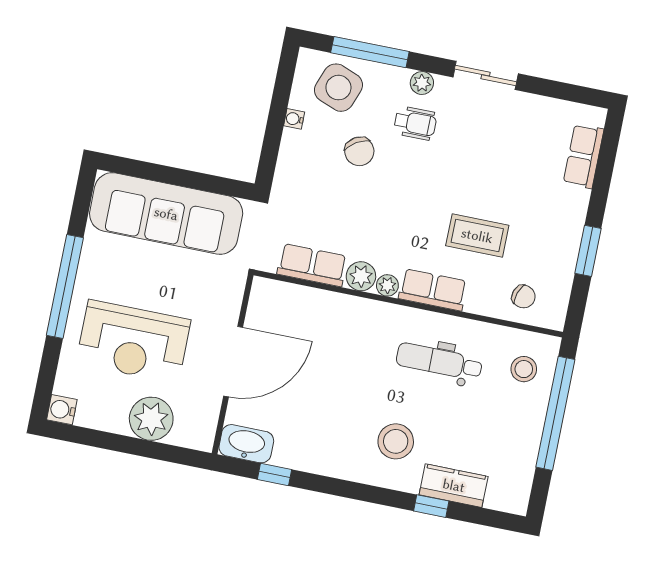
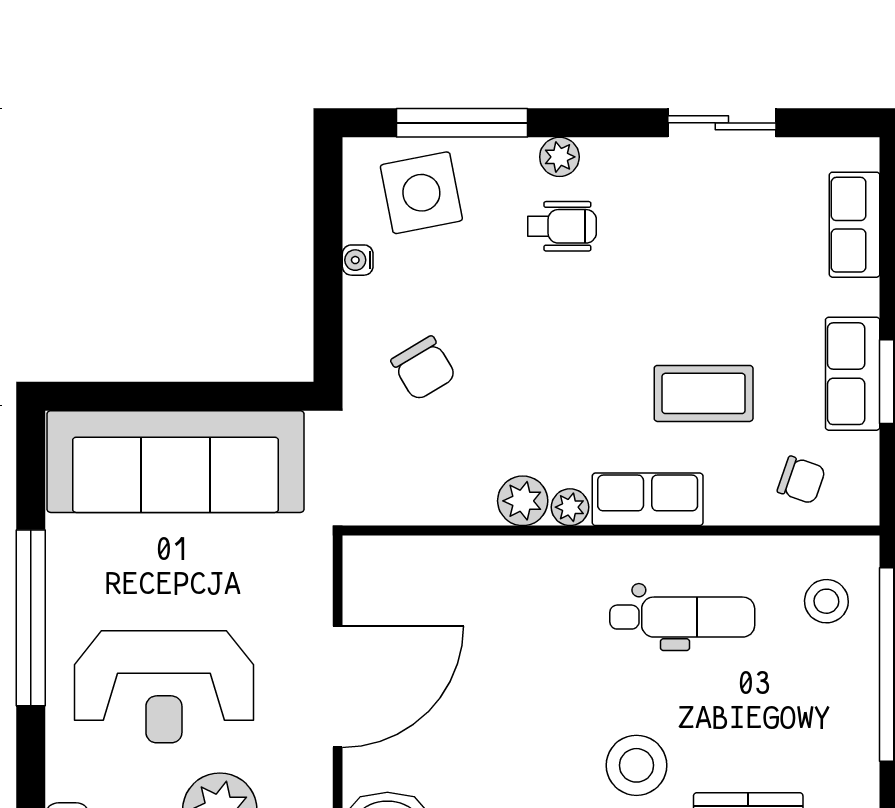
sliding door: (486, 75) -> (722, 123), moved
side table: (338, 88) -> (421, 193), turned -32
chair: (359, 151) -> (424, 368), moved
row of seats: (312, 265) -> (853, 374), moved, turned -90
dental chair: (439, 362) -> (682, 617), turned 180

